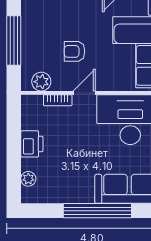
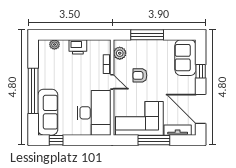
armchair: (74, 51) -> (140, 75), turned -90

